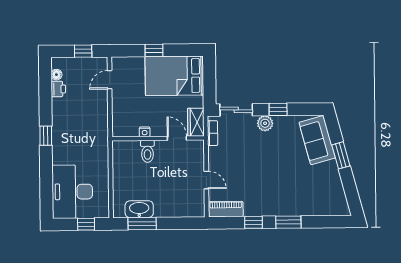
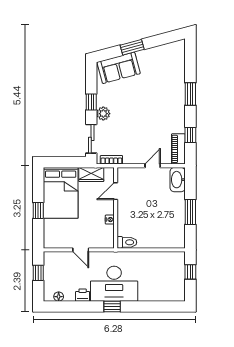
door: (110, 80) -> (81, 250), moved
printer: (58, 89) -> (83, 295), moved
wardrobe: (196, 122) -> (91, 174), moved
toilet: (147, 151) -> (127, 242), moved
desk: (72, 192) -> (114, 284), moved
washbasin: (139, 209) -> (178, 180), moved
window: (254, 222) -> (190, 135), moved
window: (142, 224) -> (190, 212), moved

